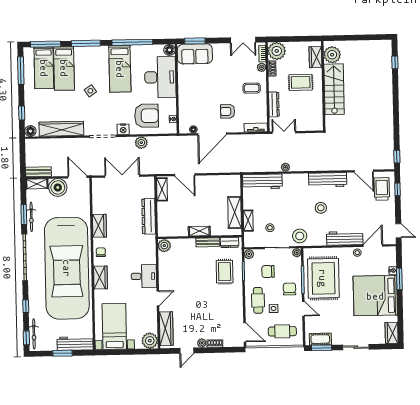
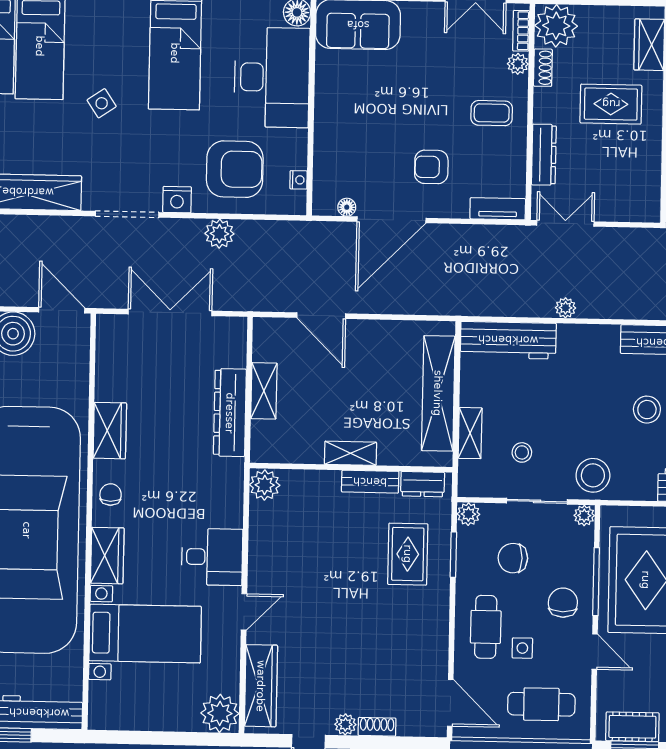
shelving: (162, 189) -> (264, 391), moved
shelving: (235, 212) -> (438, 393), width x1.47
bed with nightstands: (114, 326) -> (145, 634), moved, turned 90

